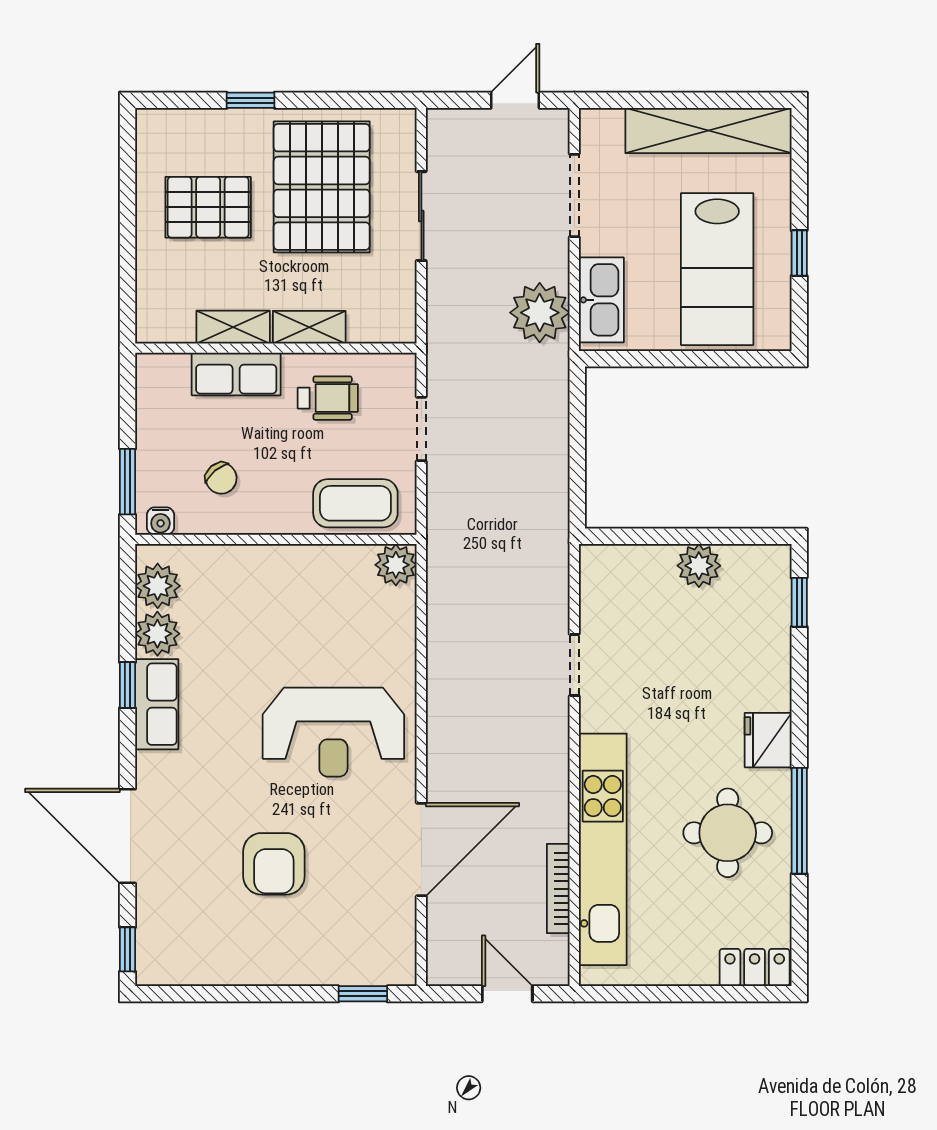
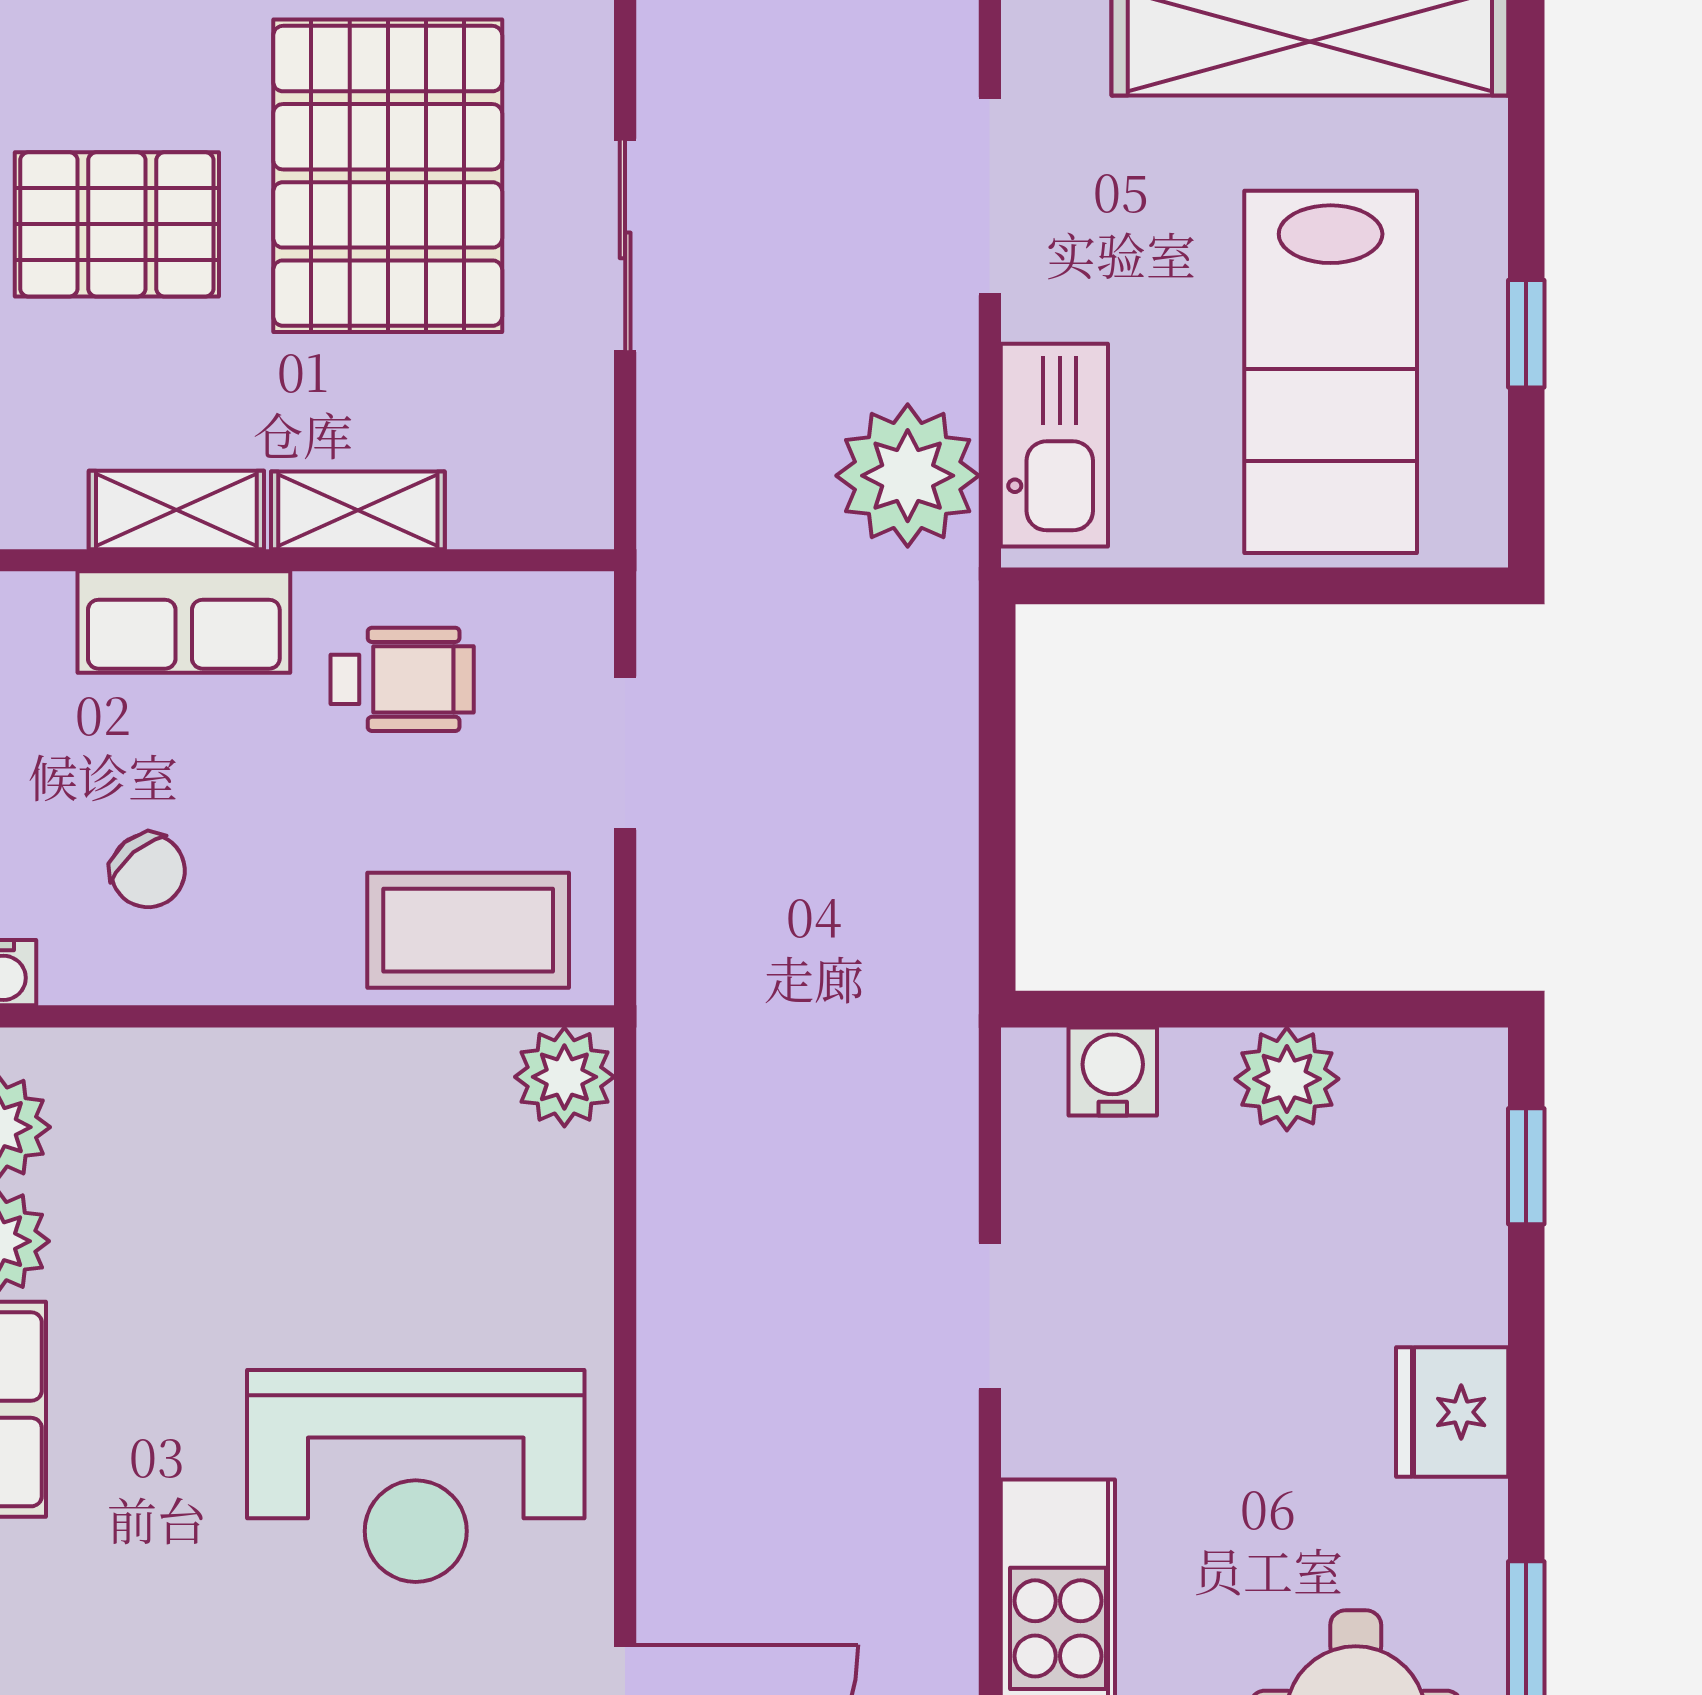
water cooler: (626, 563) -> (1113, 1071), added
fridge: (768, 740) -> (1452, 1412), moved

